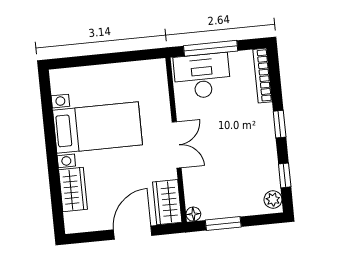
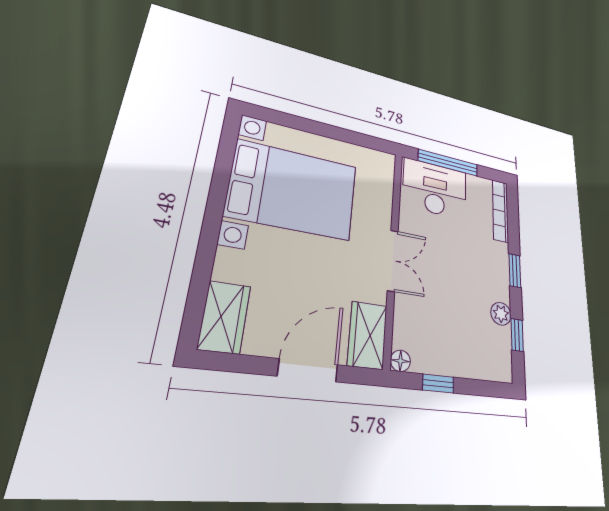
bed with nightstands: (98, 128) -> (293, 190), width x1.36
wardrobe: (73, 190) -> (224, 317), moved
plant: (273, 200) -> (501, 314), moved
window: (223, 224) -> (438, 384), width x0.67

